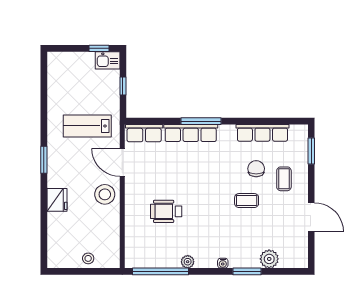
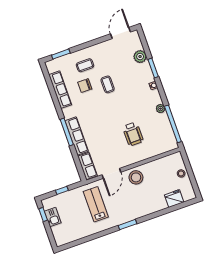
kitchen sink: (108, 60) -> (53, 217), moved
lab bench: (87, 126) -> (96, 204), turned 180
fridge: (57, 200) -> (174, 199), moved
door: (311, 217) -> (120, 33), moved

